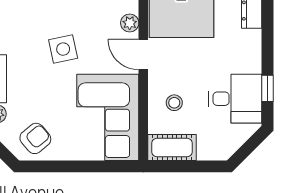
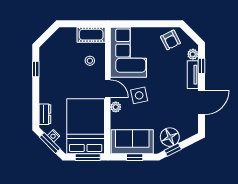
side table: (63, 49) -> (139, 95), moved
desk: (235, 99) -> (54, 63), removed
armchair: (35, 138) -> (171, 40), turned -77

